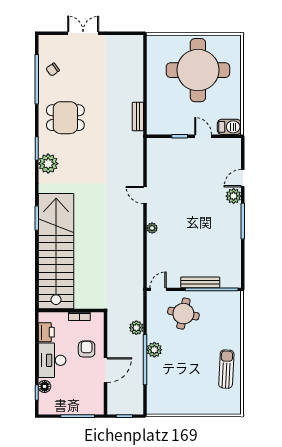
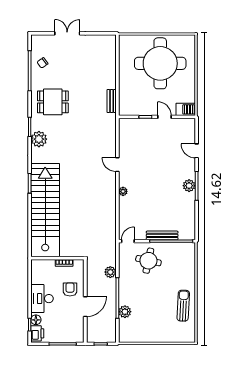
door: (243, 178) -> (197, 151), hinge flipped
plant: (234, 196) -> (189, 186), moved
printer: (46, 332) -> (37, 333), moved
plant: (154, 350) -> (125, 312), moved

